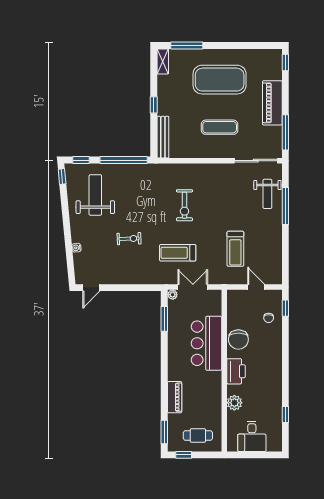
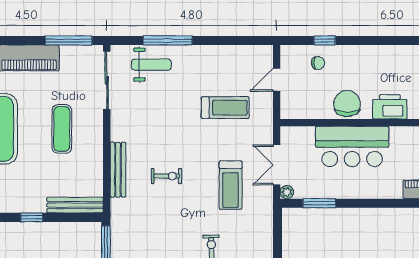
bench: (189, 169) -> (118, 170), added
exercise bike: (184, 205) -> (167, 176), width x0.73, depth x0.72
window: (285, 308) -> (325, 40), moved
chair: (238, 339) -> (347, 104), turned -90

